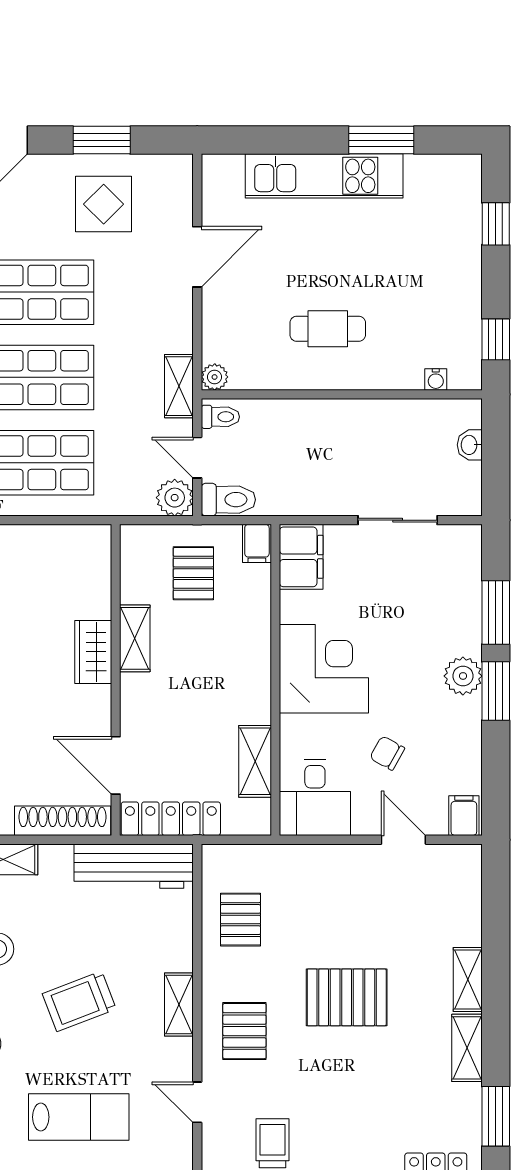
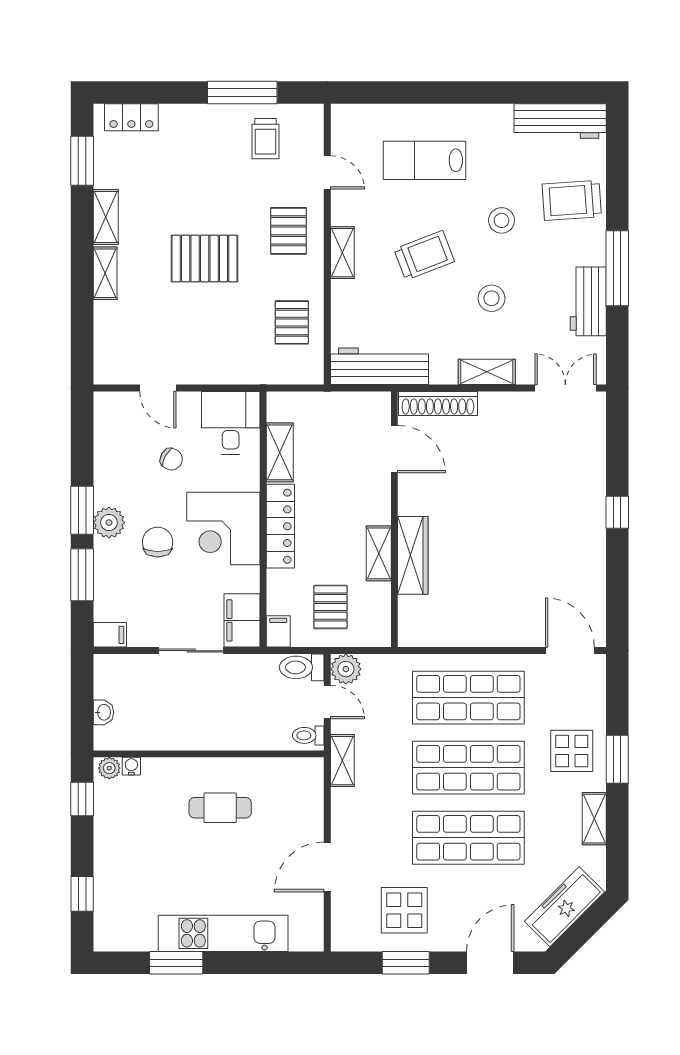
plant: (215, 377) -> (109, 768), moved
sliding door: (398, 520) -> (191, 651), moved
wardrobe: (93, 652) -> (413, 555), width x1.50
chair: (404, 652) -> (158, 542), added
filing cabinet: (464, 816) -> (110, 635), moved, turned -90
locker: (171, 819) -> (280, 526), moved, turned -90

